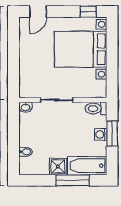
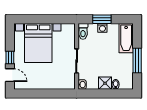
window: (88, 12) -> (10, 58), moved
shower: (58, 167) -> (105, 83), moved
window: (73, 180) -> (137, 60), moved

